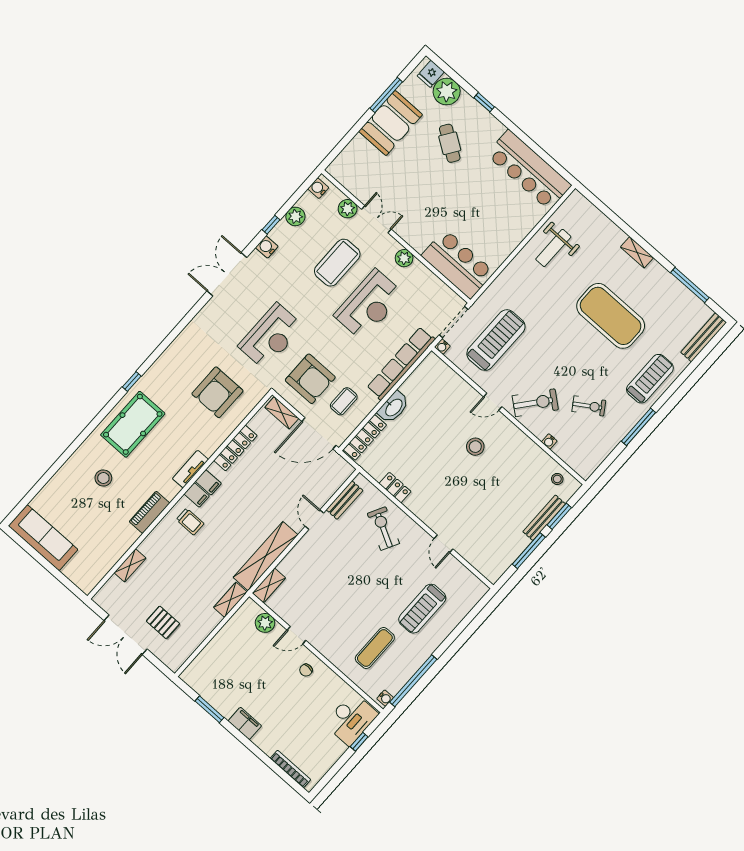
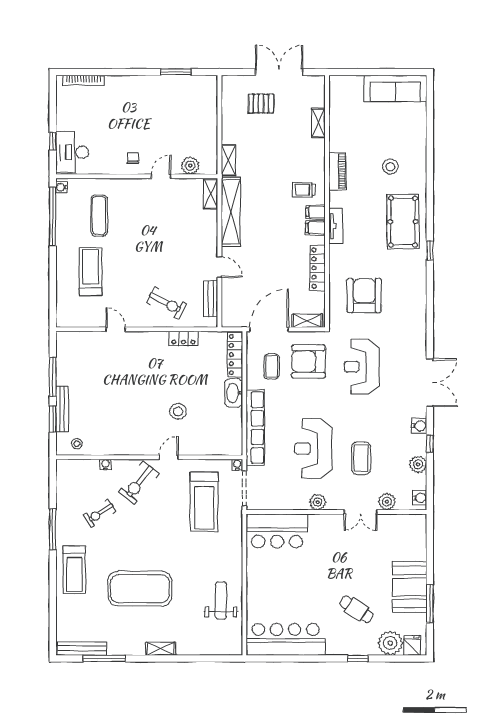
coffee table: (337, 263) -> (361, 458), width x0.73, depth x0.76
bench: (704, 337) -> (82, 648), moved, turned 90
stool: (475, 447) -> (178, 411), moved
filing cabinet: (245, 723) -> (143, 84), removed

